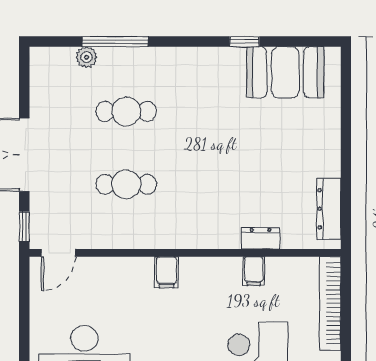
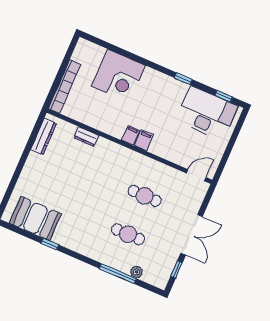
window: (24, 226) -> (177, 269), moved
filing cabinet: (254, 271) -> (130, 135), moved

